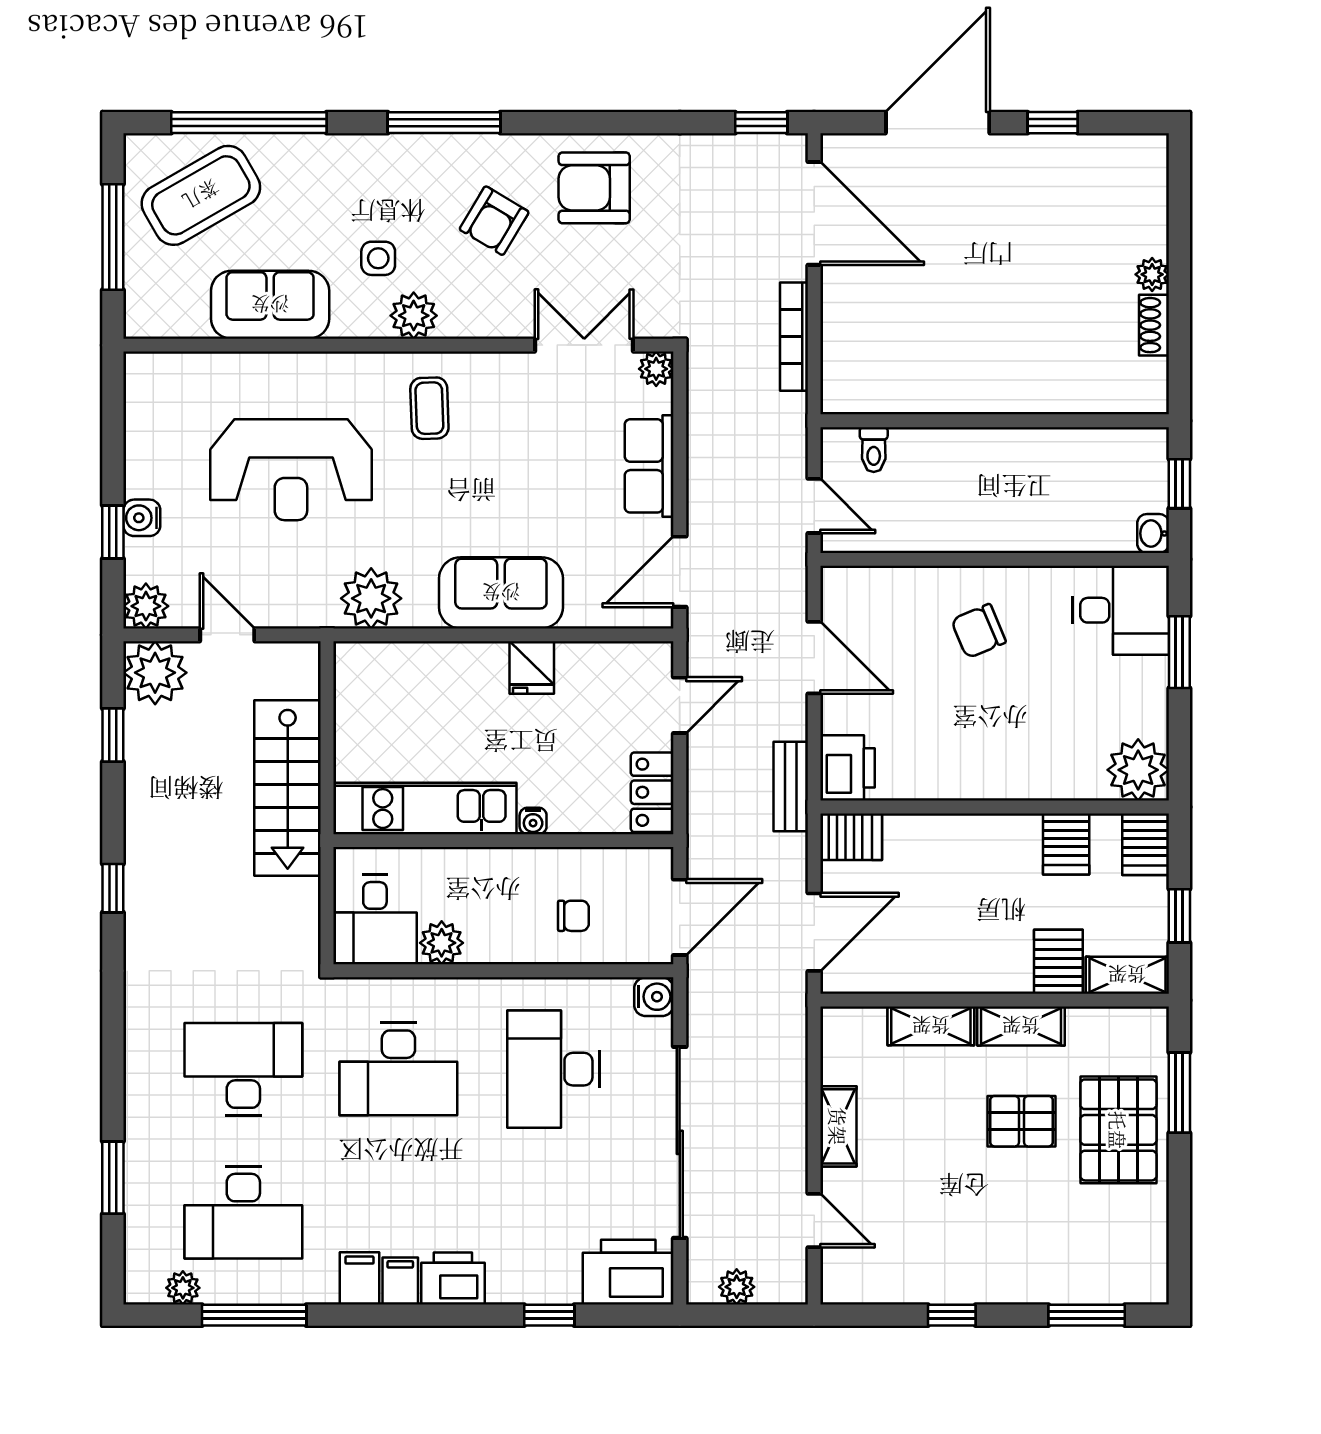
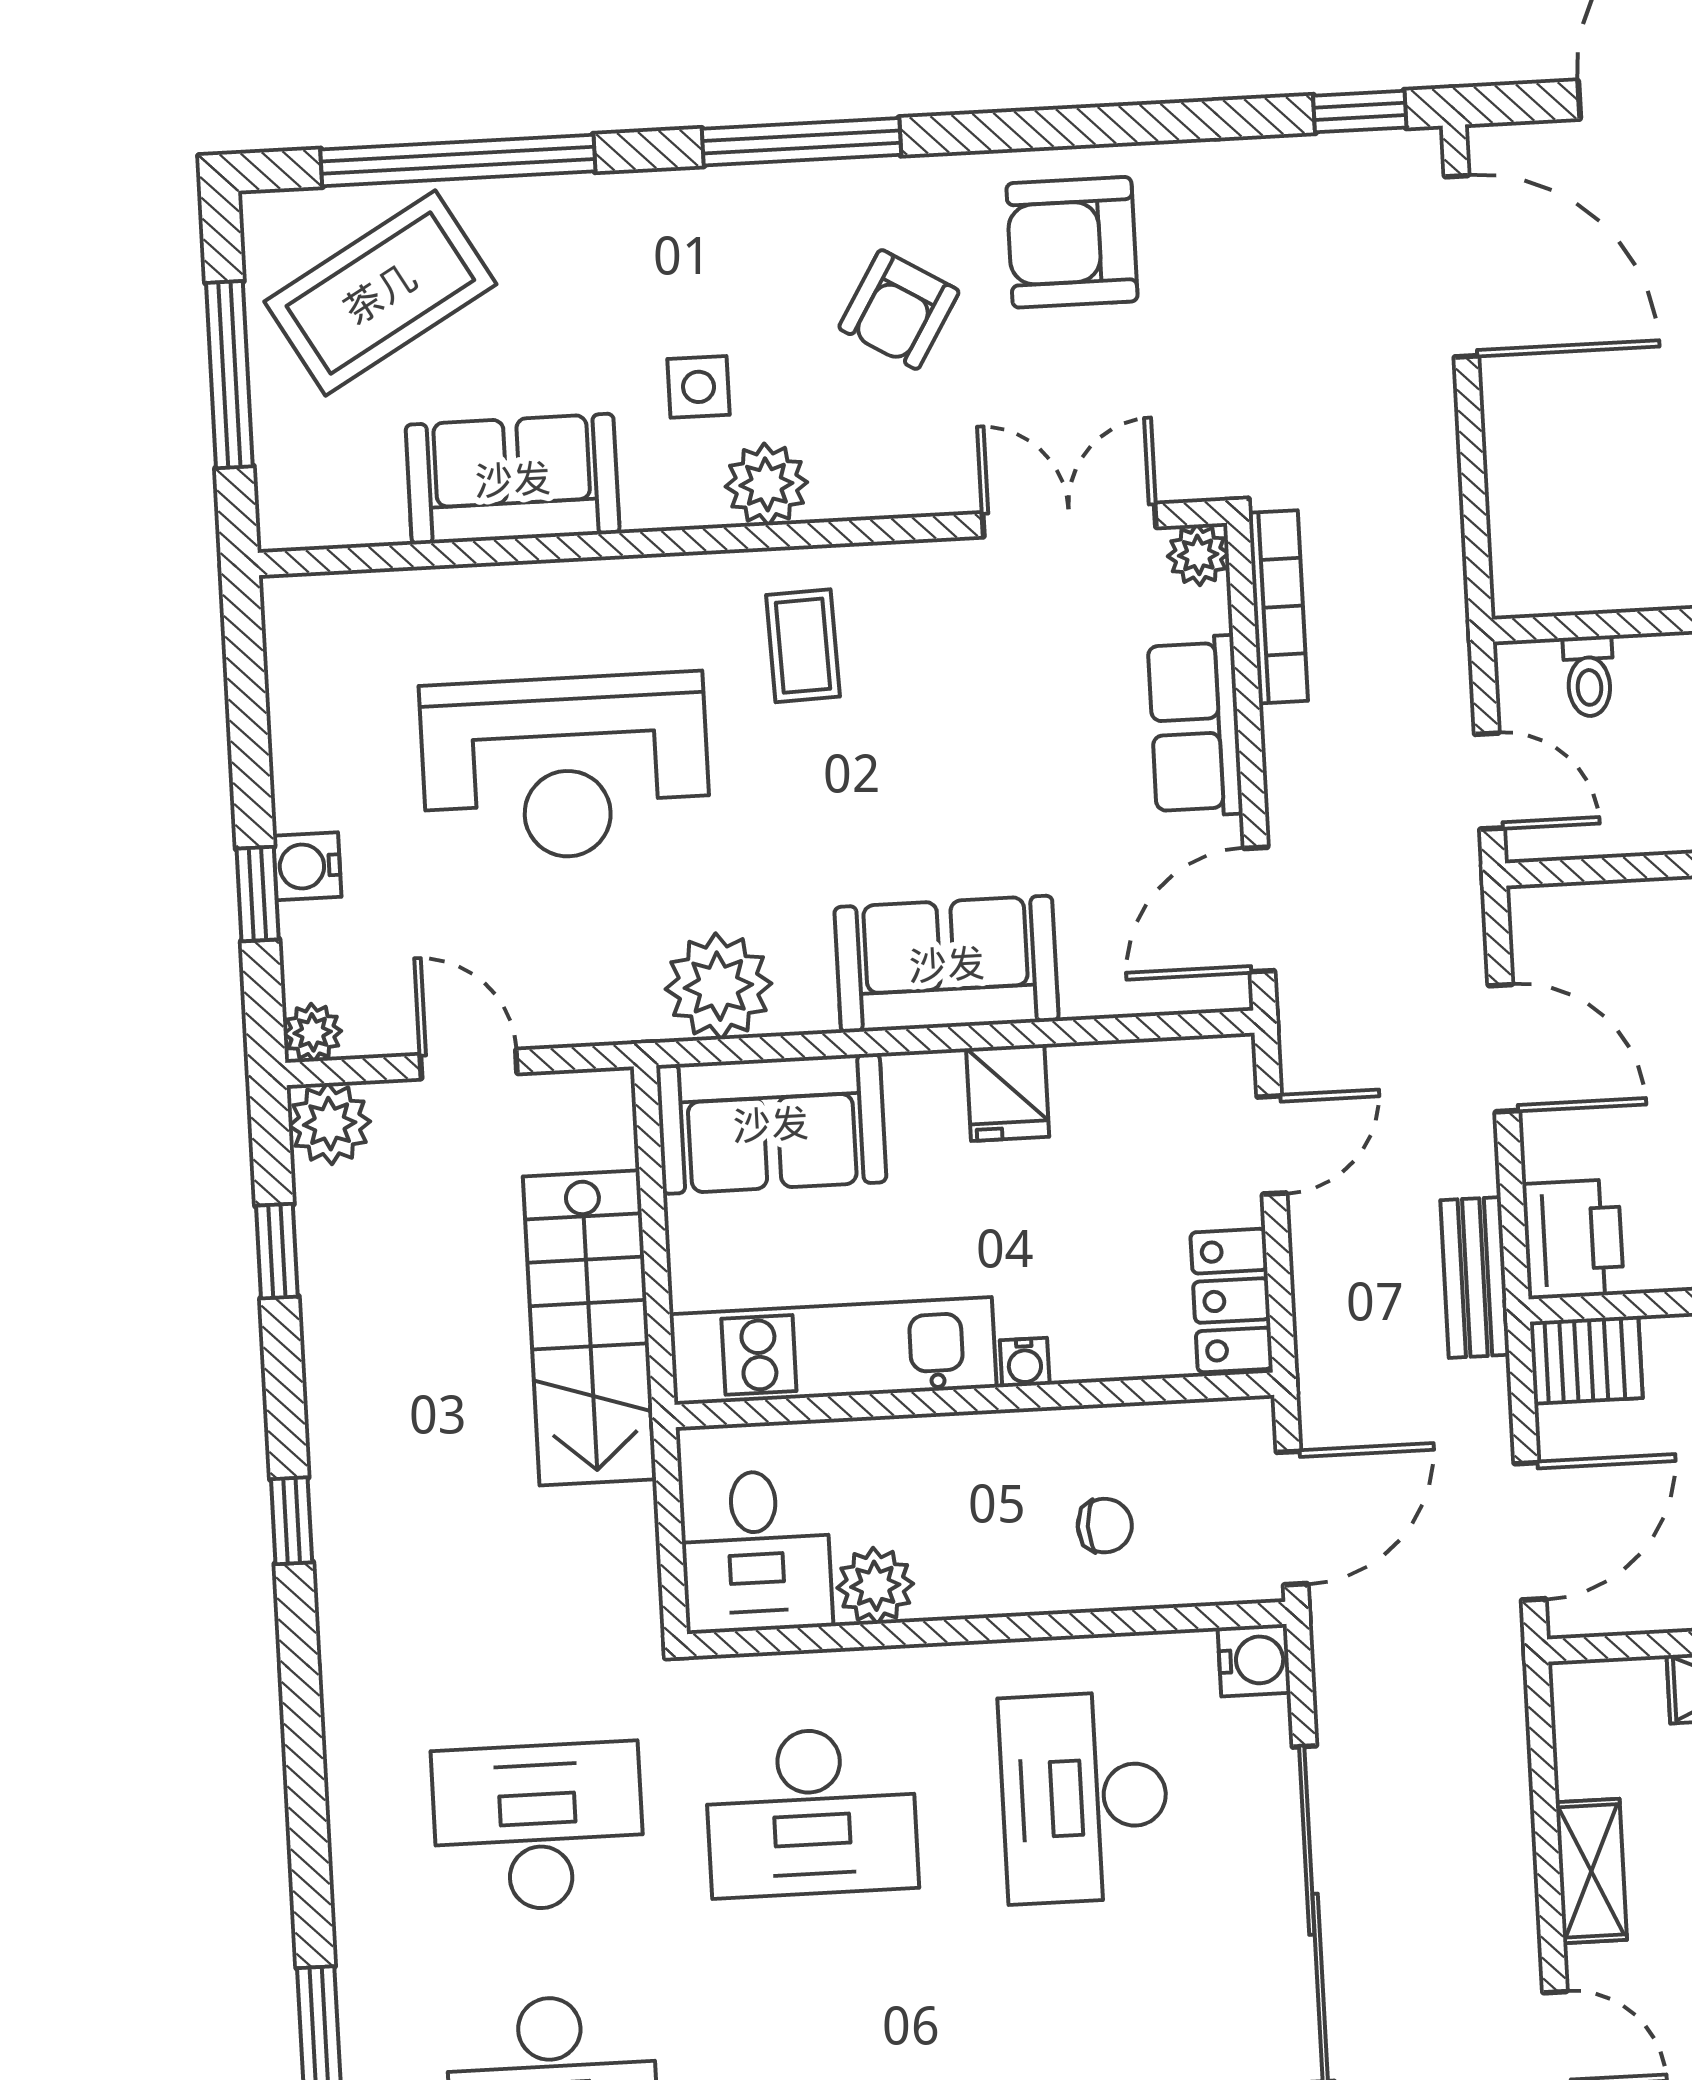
bookcase: (794, 337) -> (1278, 607), moved, turned 180
plant: (146, 606) -> (313, 1032), width x0.73, depth x0.73
plant: (155, 673) -> (330, 1124), width x0.73, depth x0.73
sofa: (397, 678) -> (771, 1124), added

